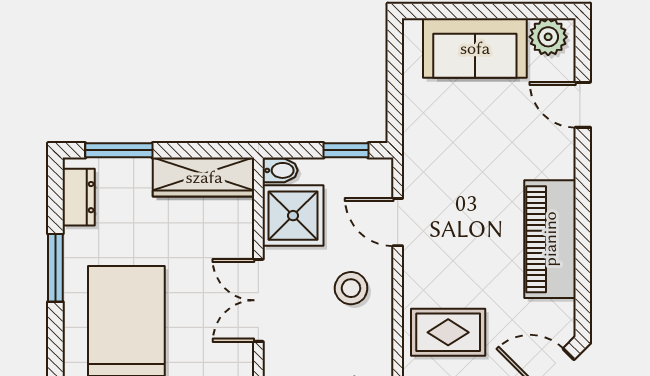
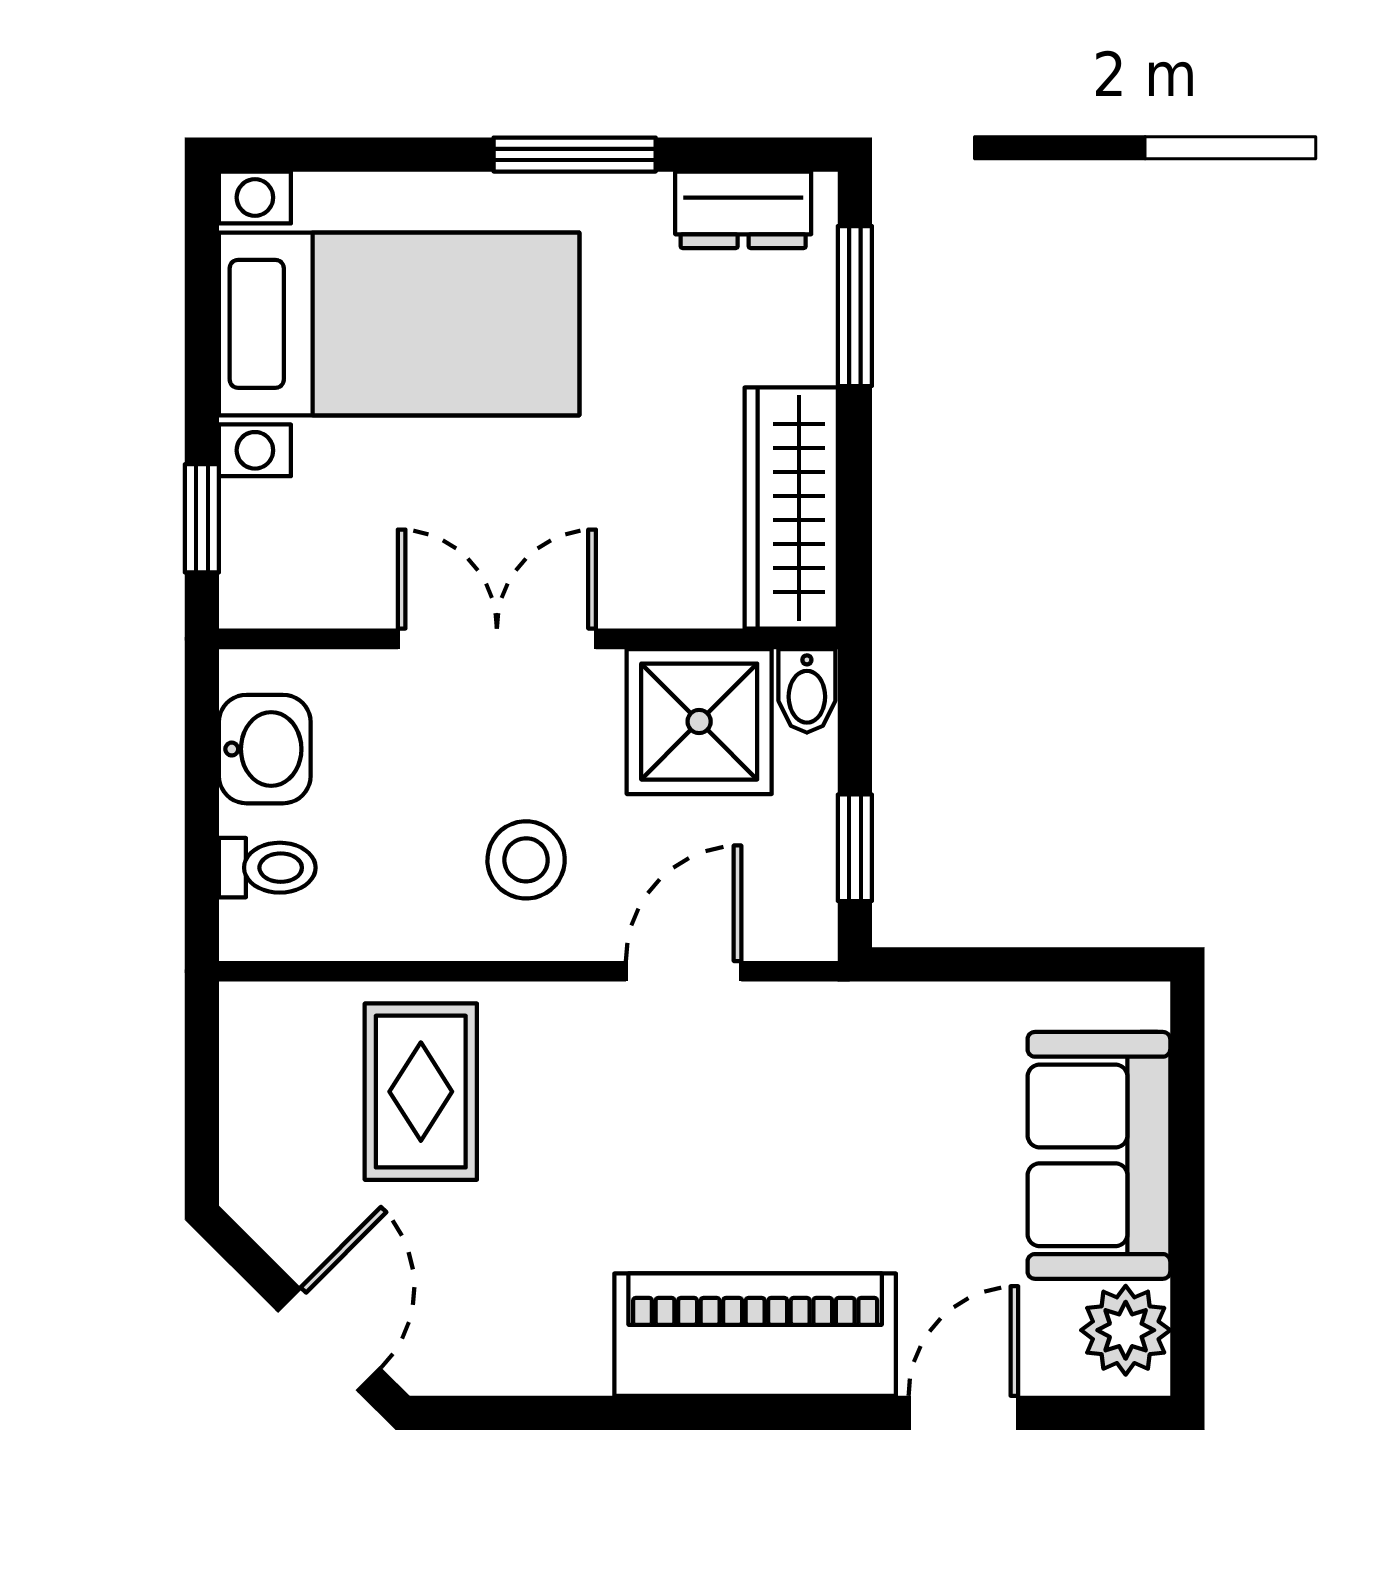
piano: (550, 239) -> (755, 1335), moved

